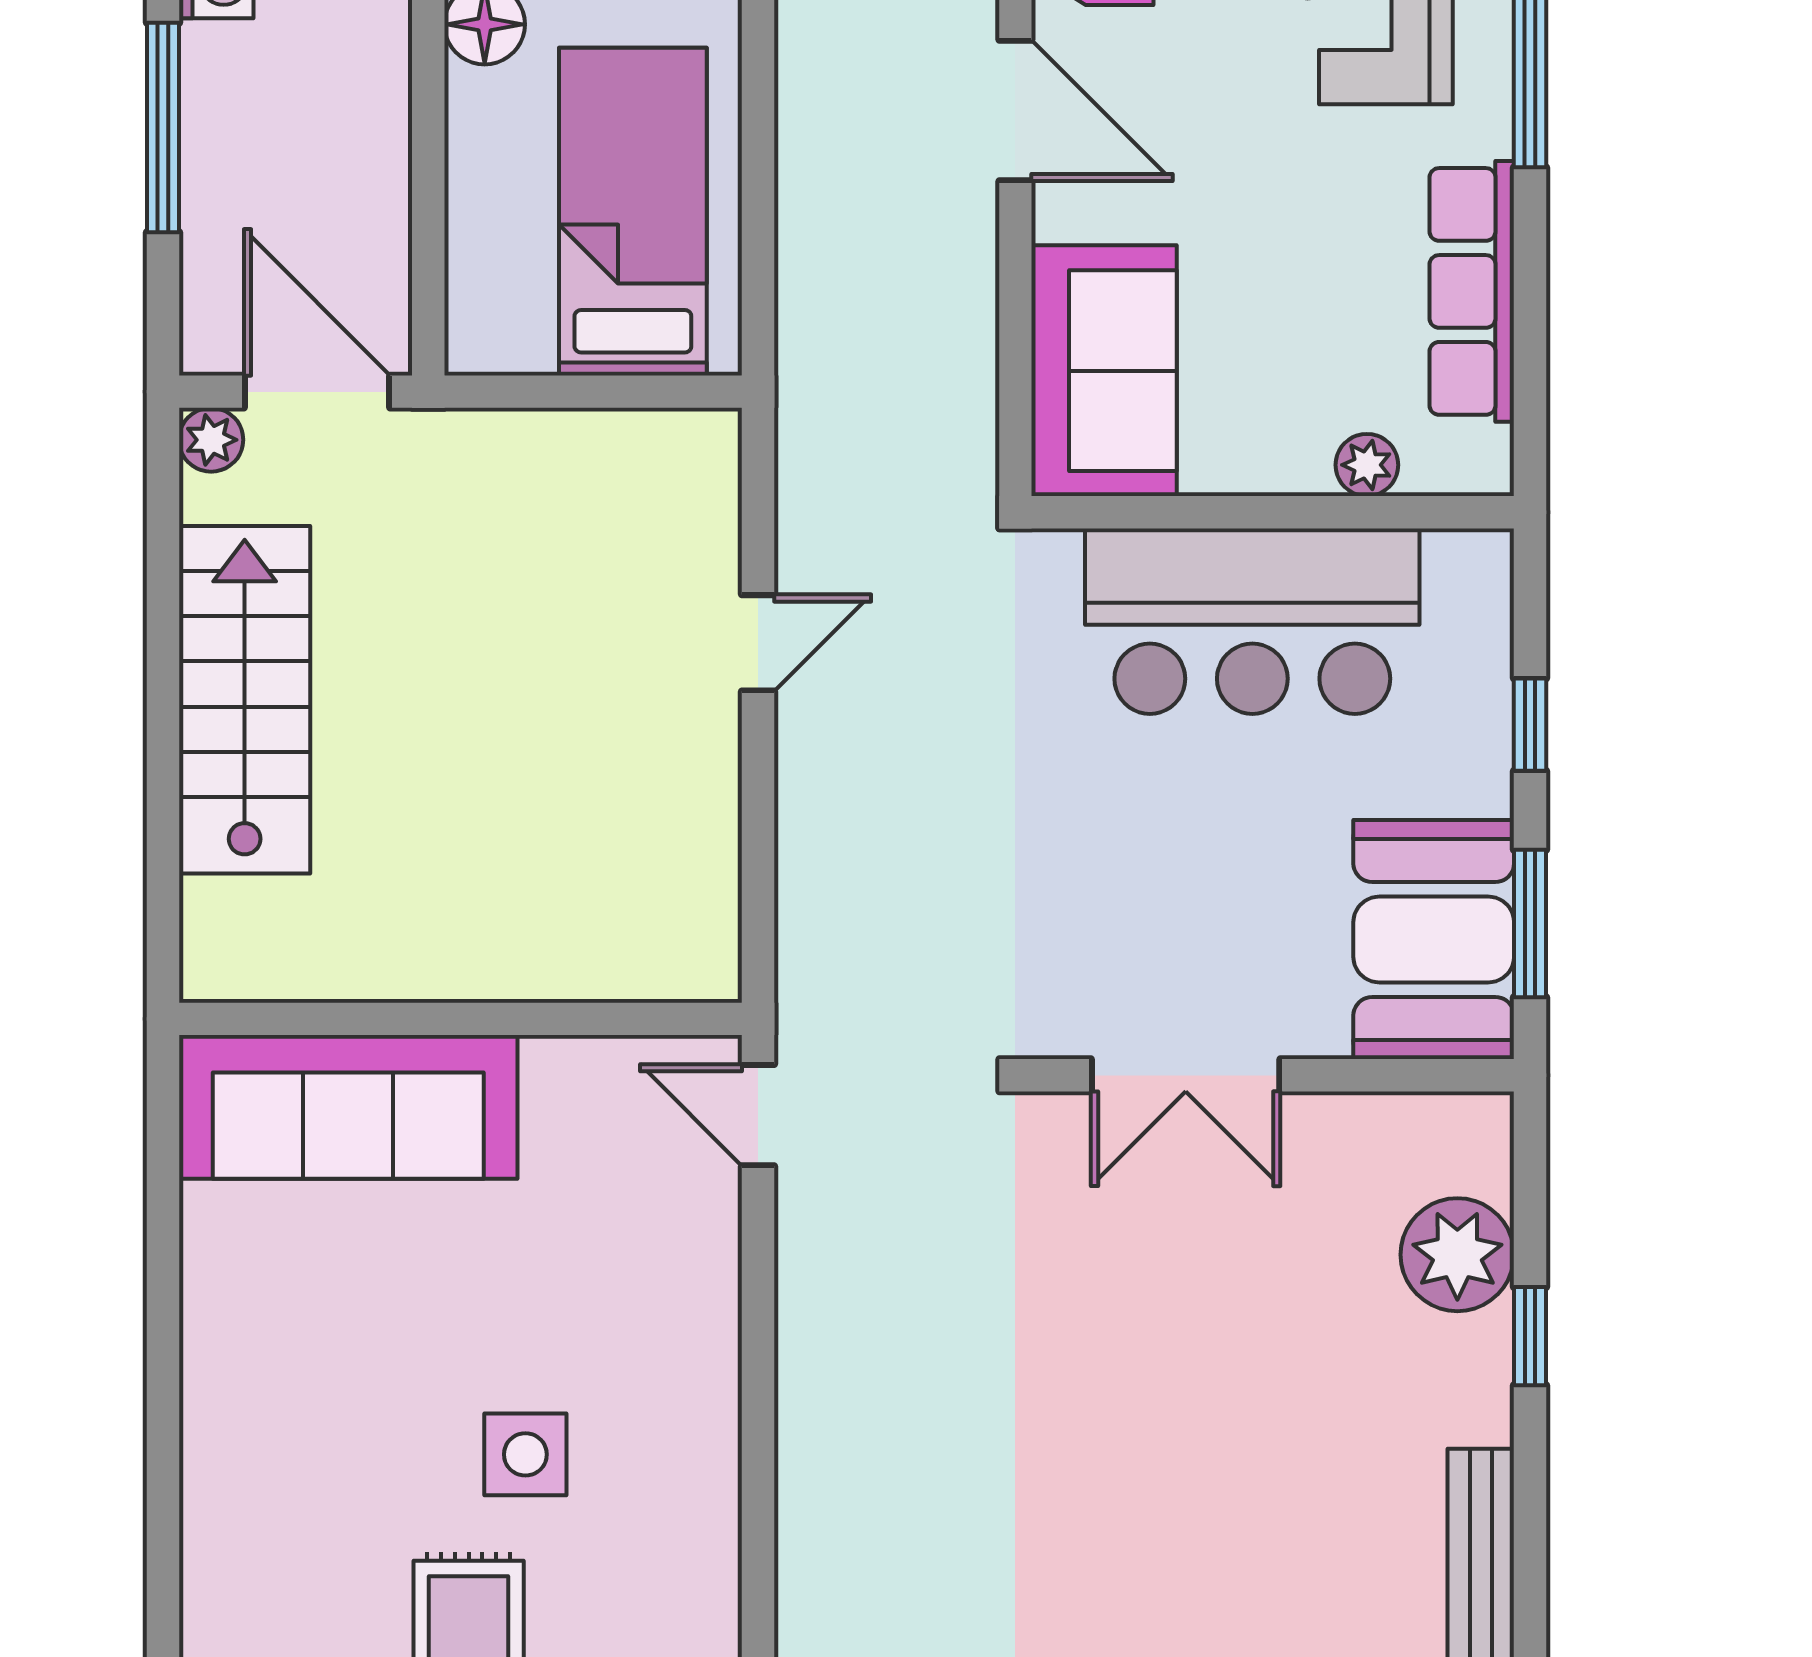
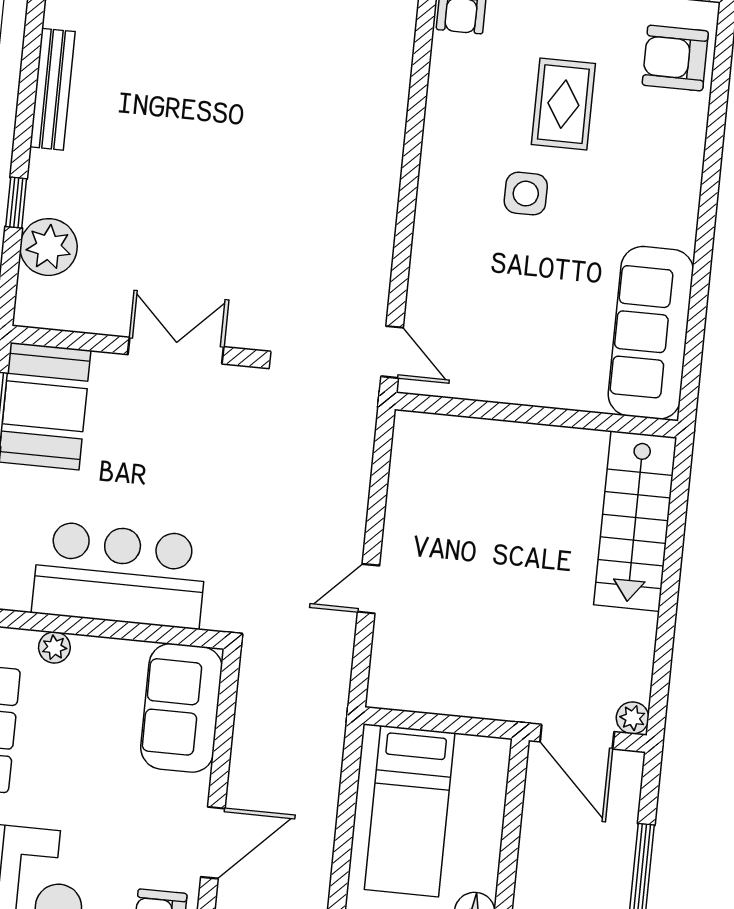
door: (1015, 110) -> (213, 843), swing flipped
stairs: (245, 700) -> (635, 521), moved
sofa: (348, 1107) -> (651, 333), moved, turned -90

